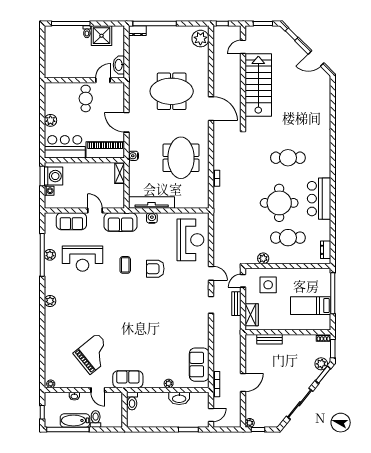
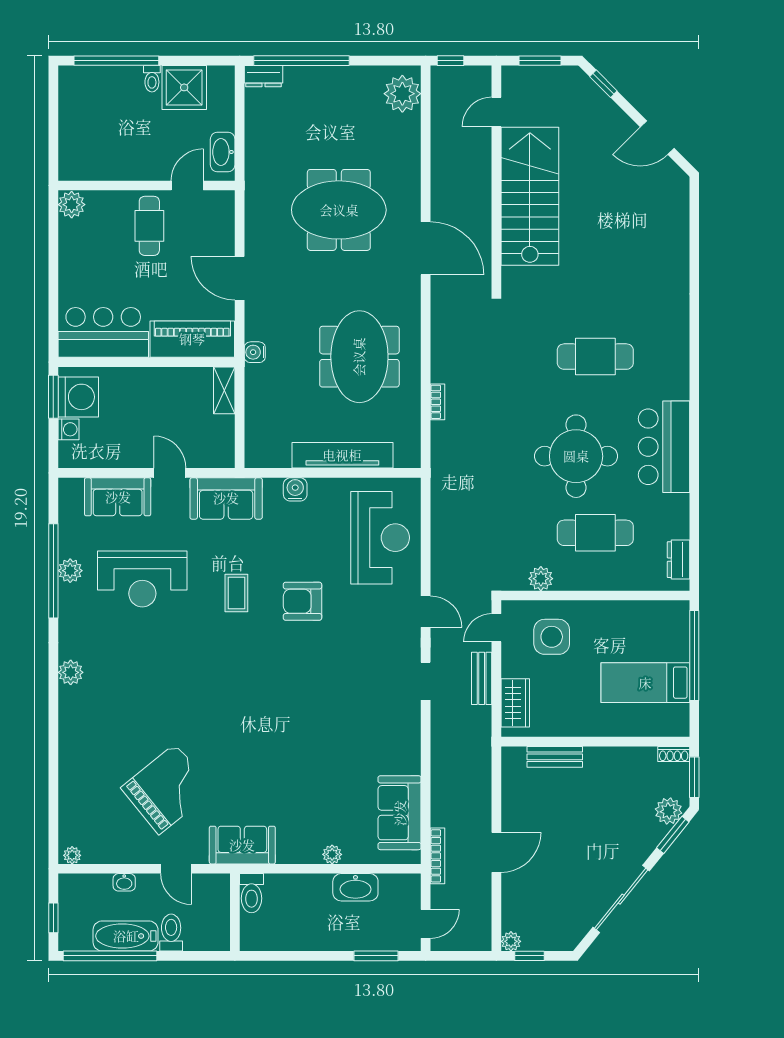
plant: (50, 120) -> (72, 205), moved
tv unit: (152, 203) -> (342, 455), moved

